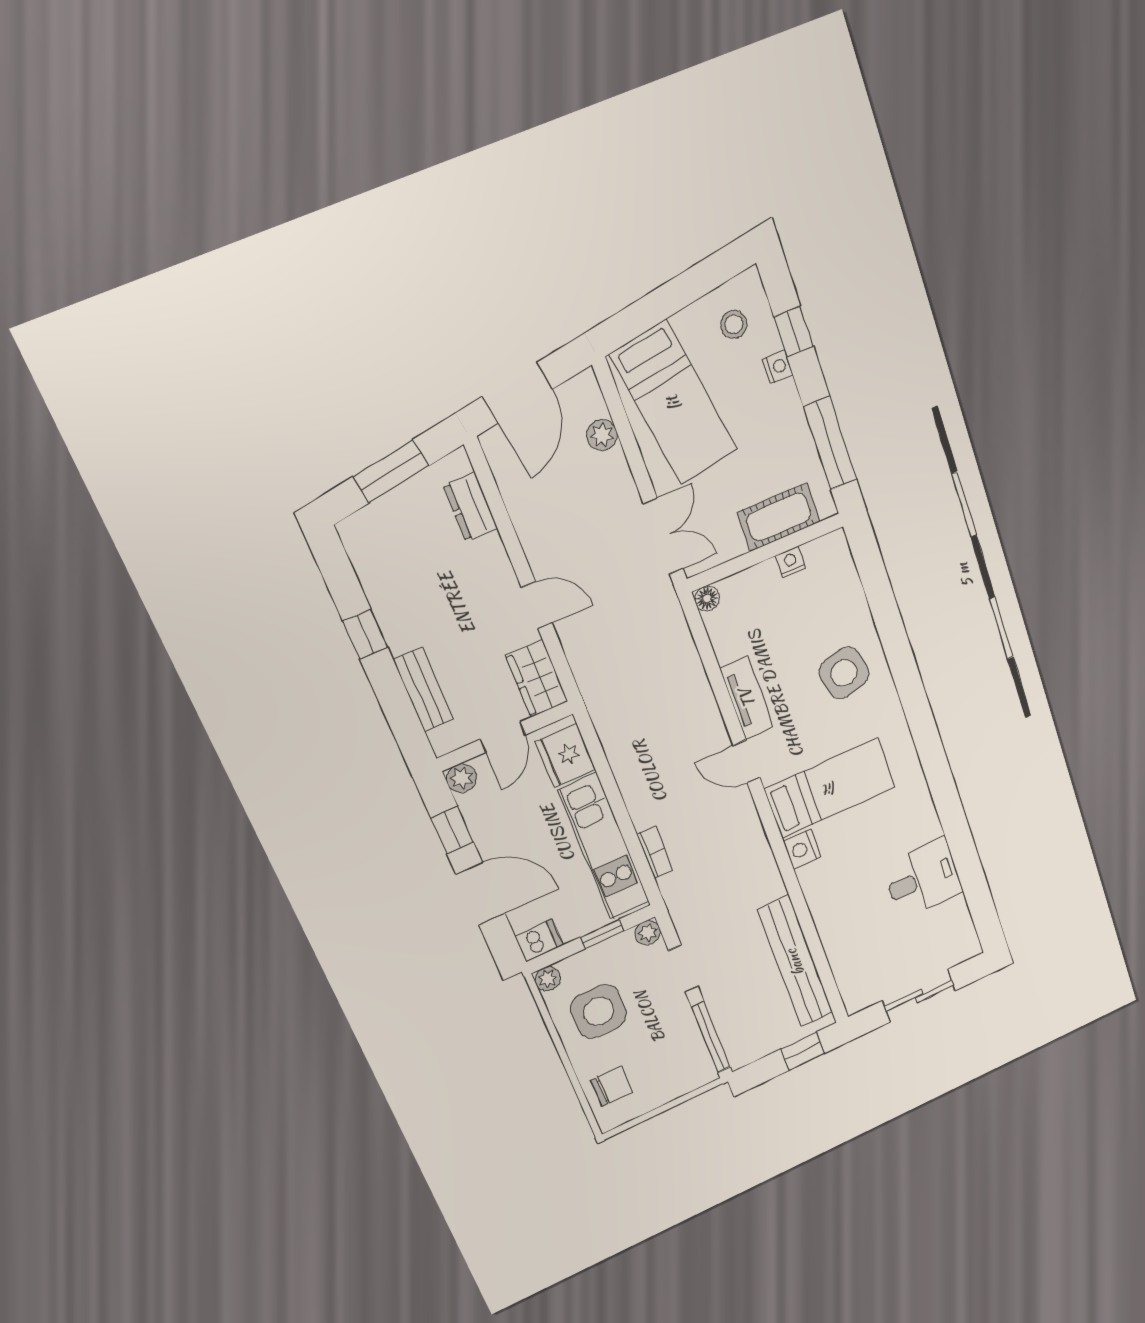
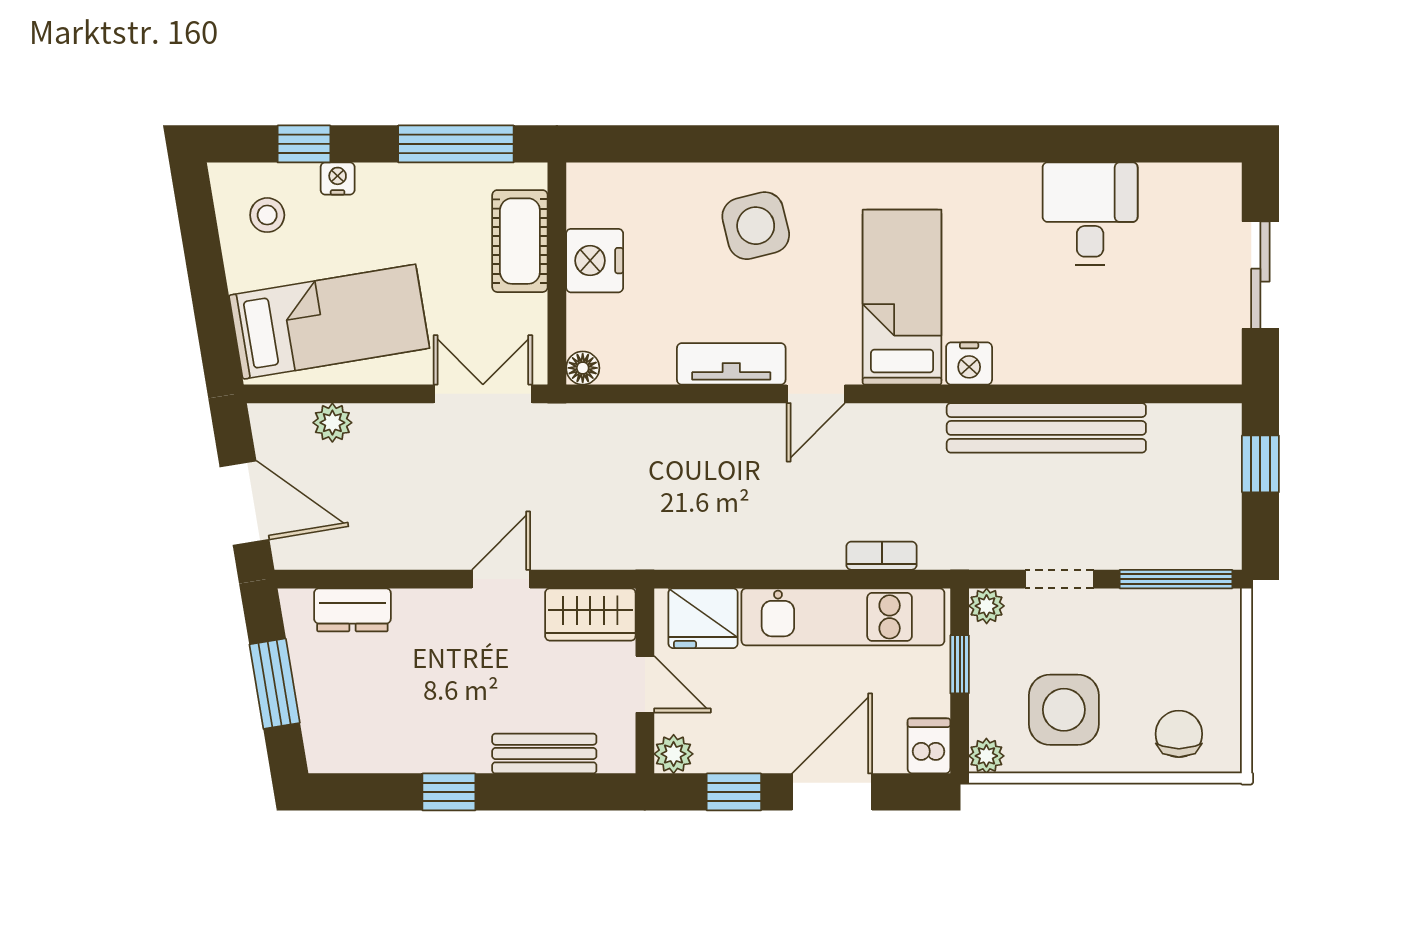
nightstand: (791, 562) -> (595, 261), width x1.89, depth x1.79
bench: (795, 962) -> (1046, 428), moved

